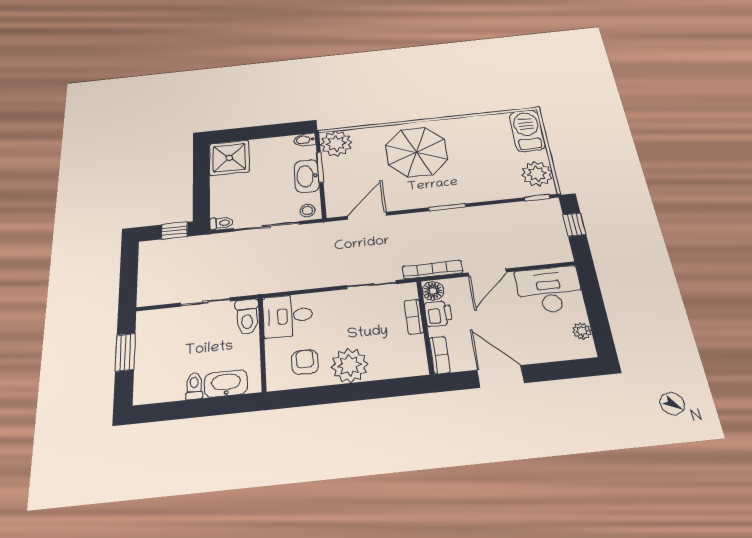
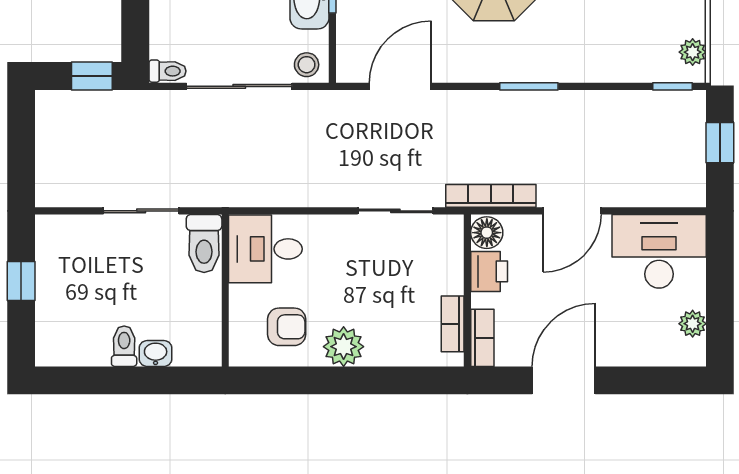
plant: (537, 174) -> (693, 52), width x0.53, depth x0.53
bookcase: (414, 317) -> (453, 324), moved
window: (125, 352) -> (21, 281), width x0.67
armchair: (305, 362) -> (287, 327), turned 90
plant: (349, 365) -> (344, 347), width x0.73, depth x0.73
door: (500, 376) -> (564, 380), hinge flipped
washbasin: (226, 384) -> (156, 353), width x0.52, depth x0.69

